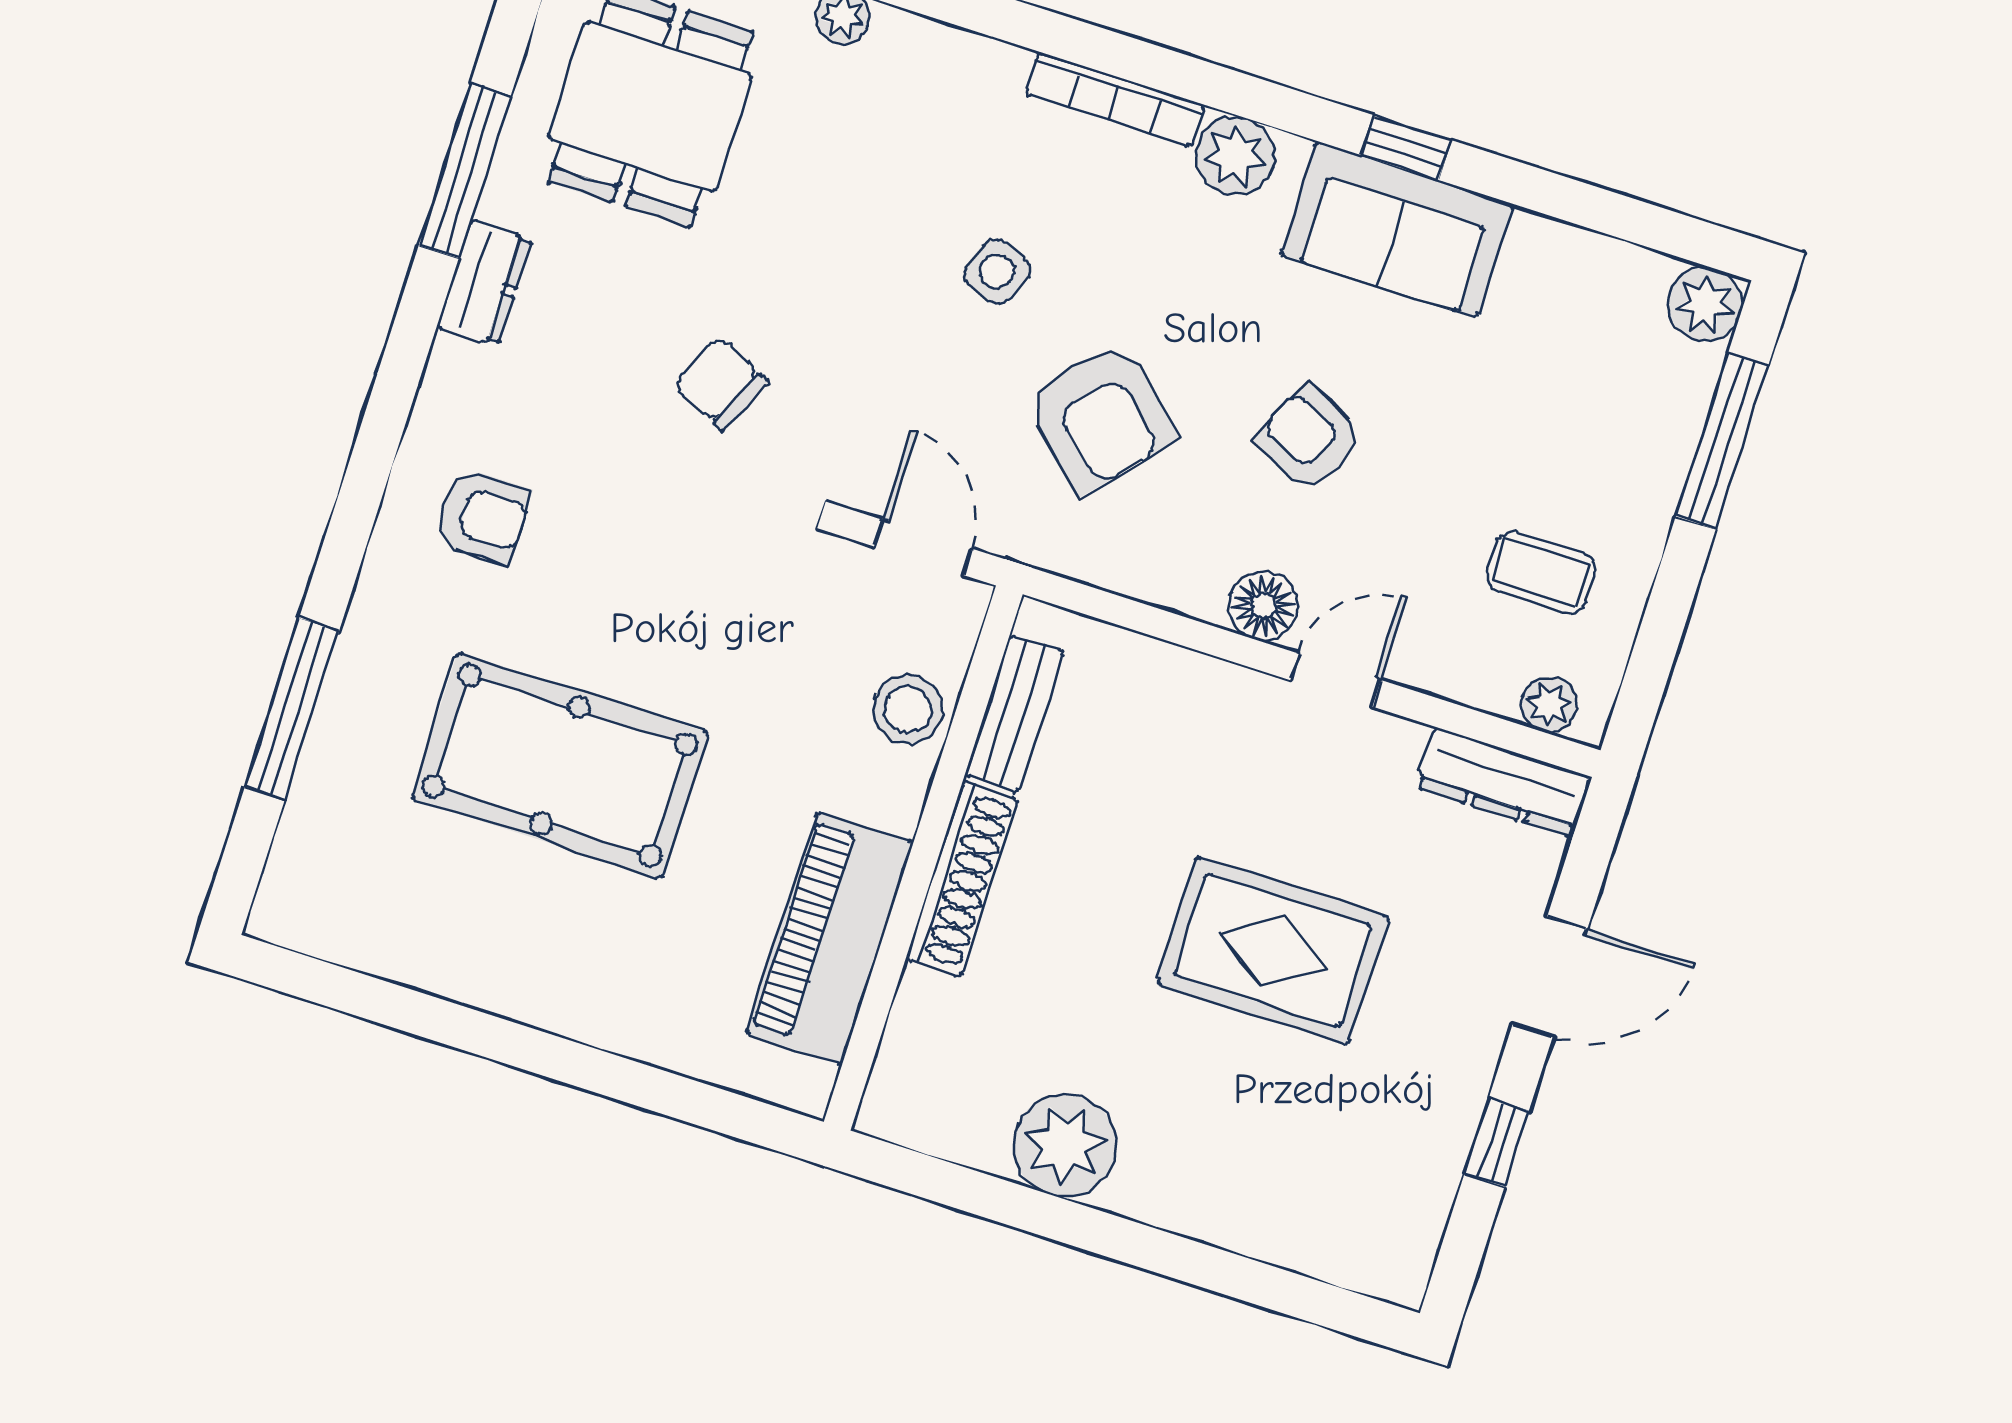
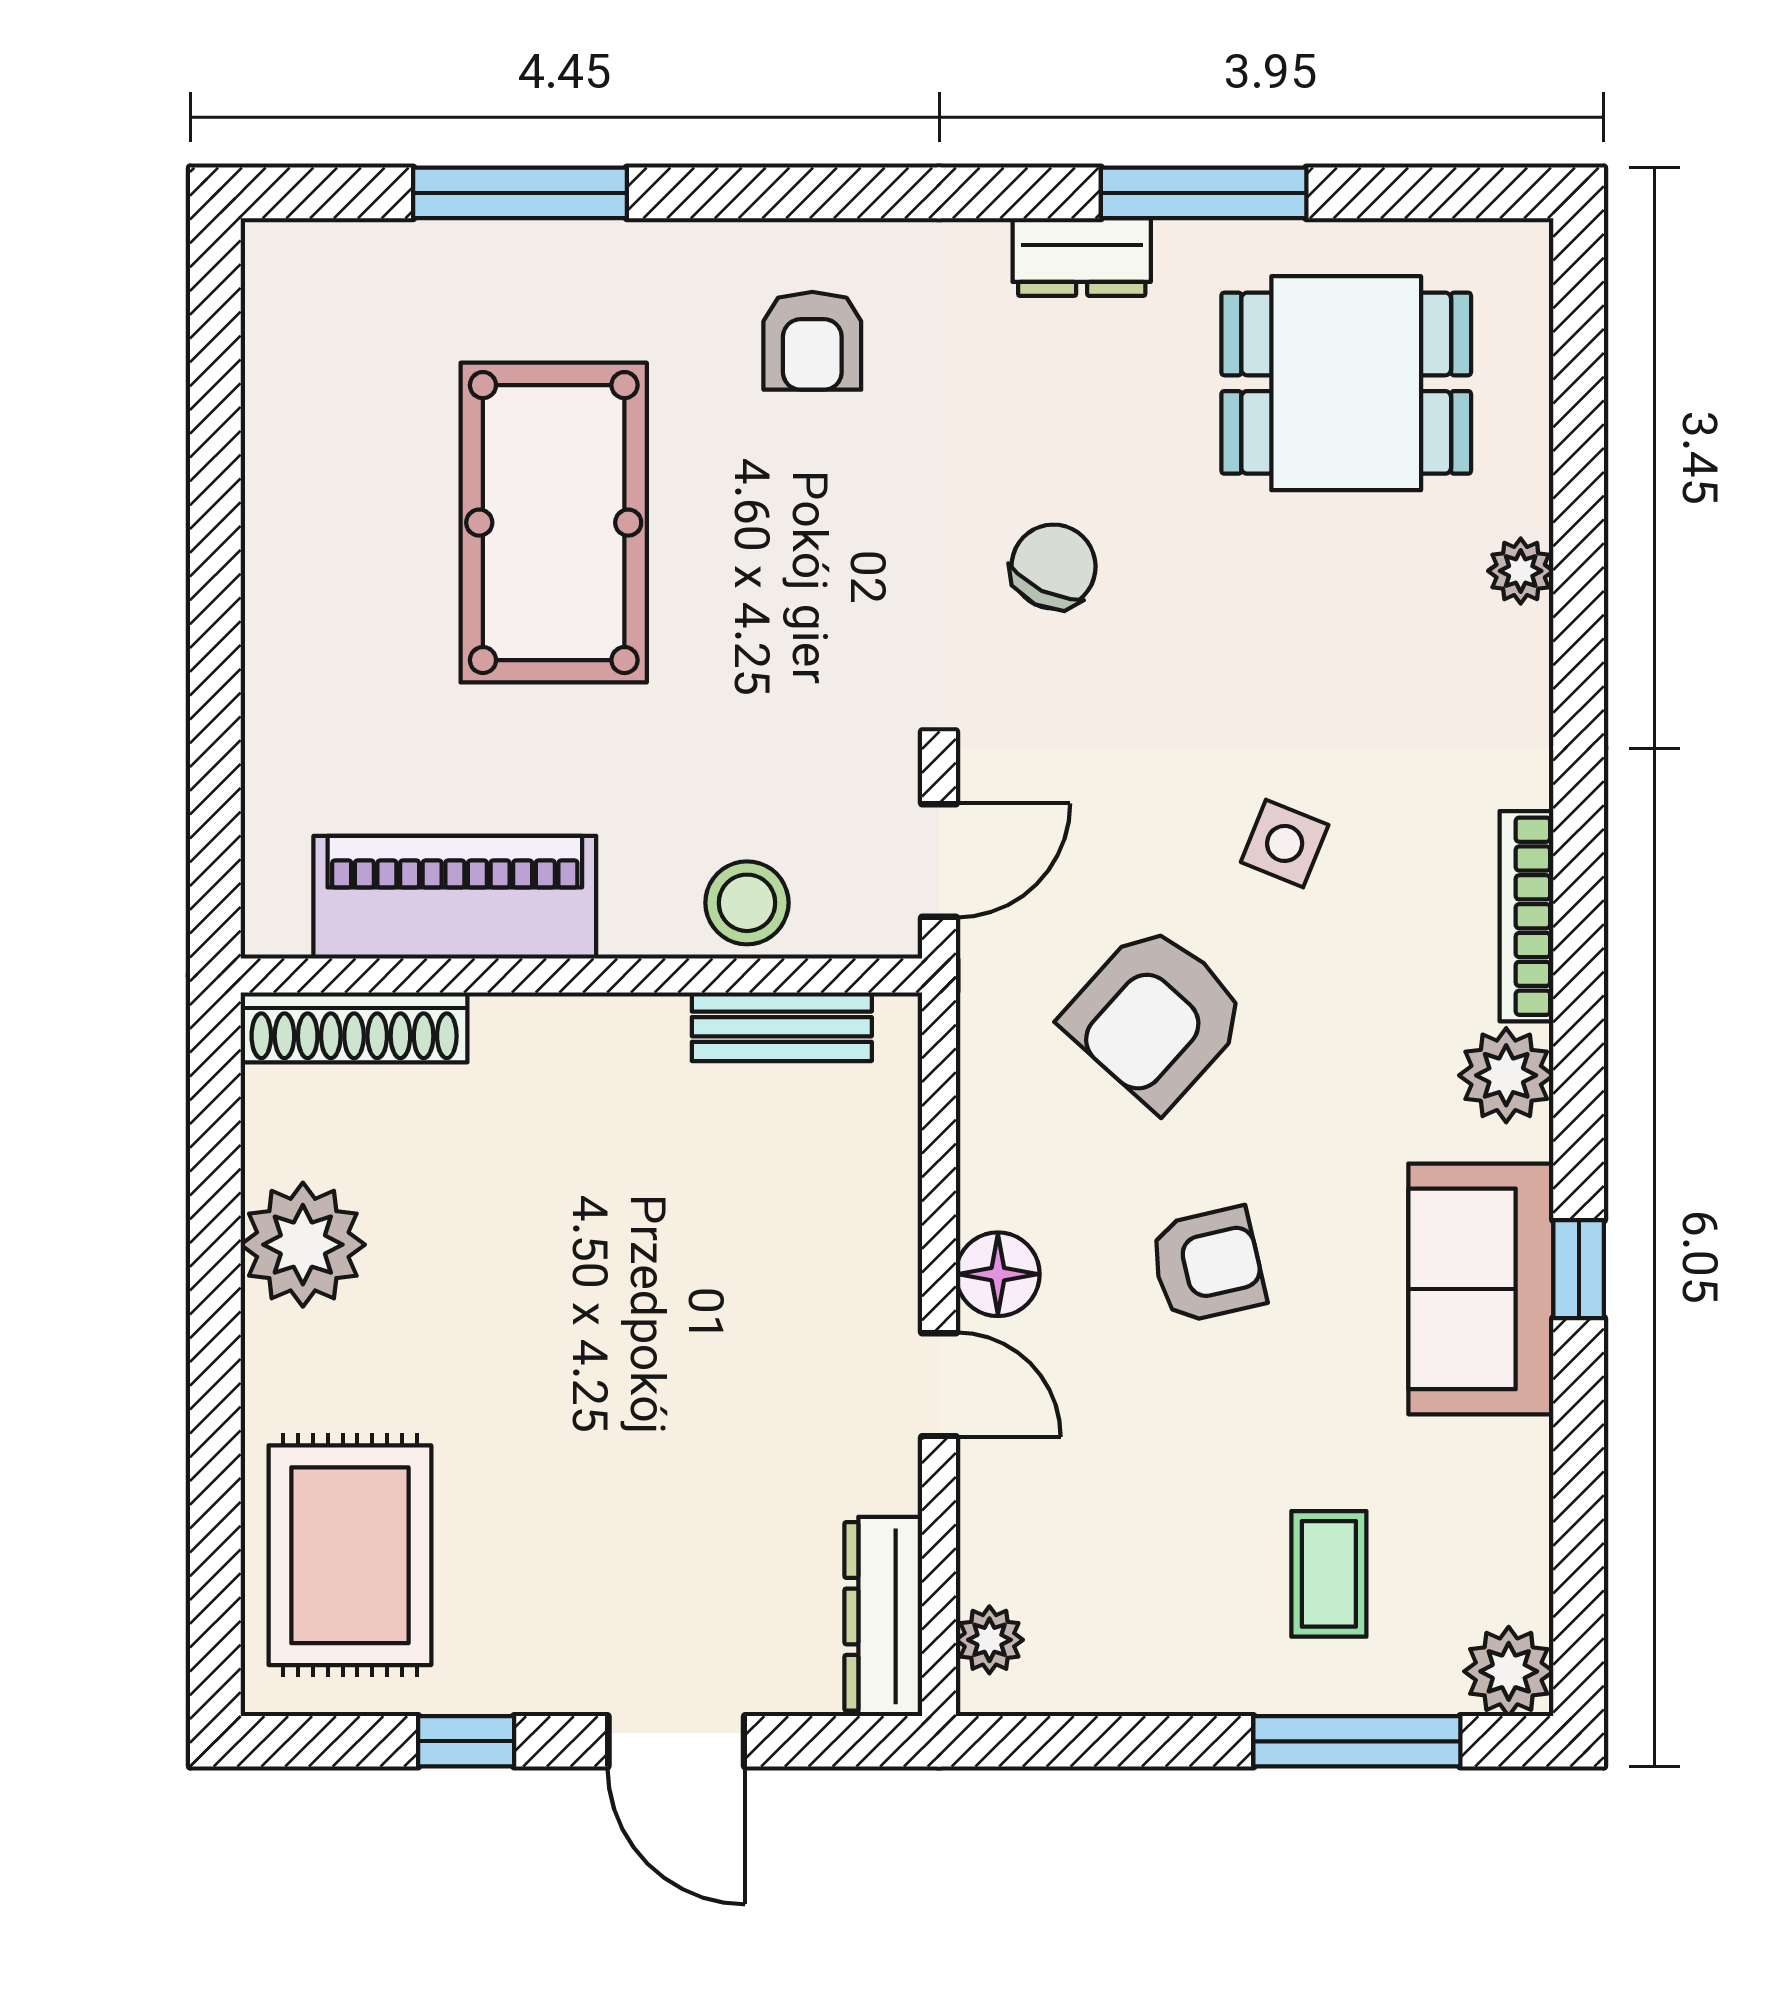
armchair: (1309, 439) -> (1207, 1265), turned 51
coffee table: (1541, 573) -> (1329, 1574), moved
shoe rack: (962, 879) -> (354, 1027), moved
rug: (1273, 950) -> (350, 1555), moved

